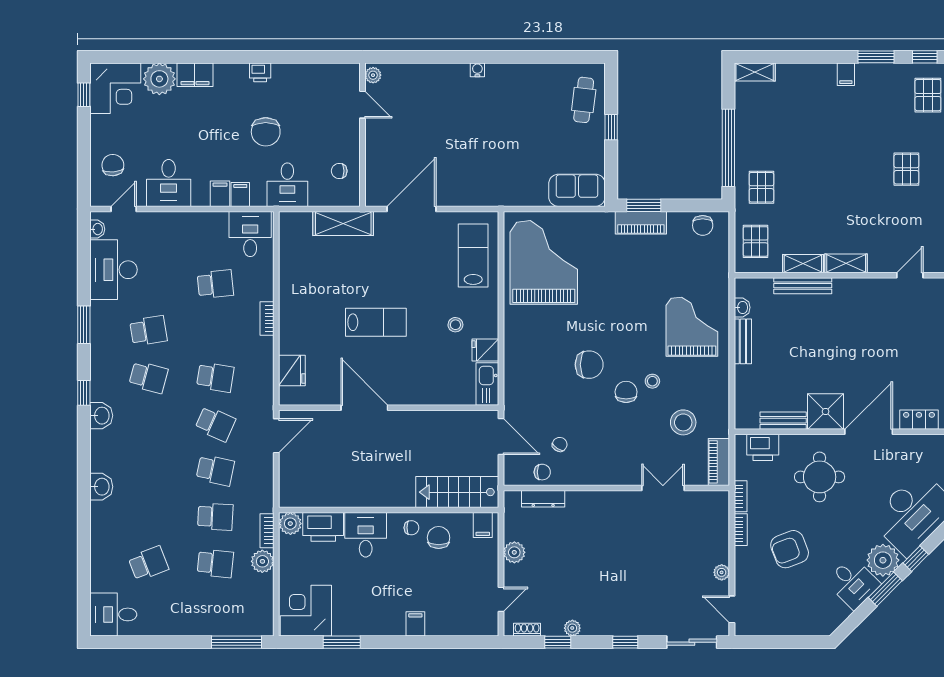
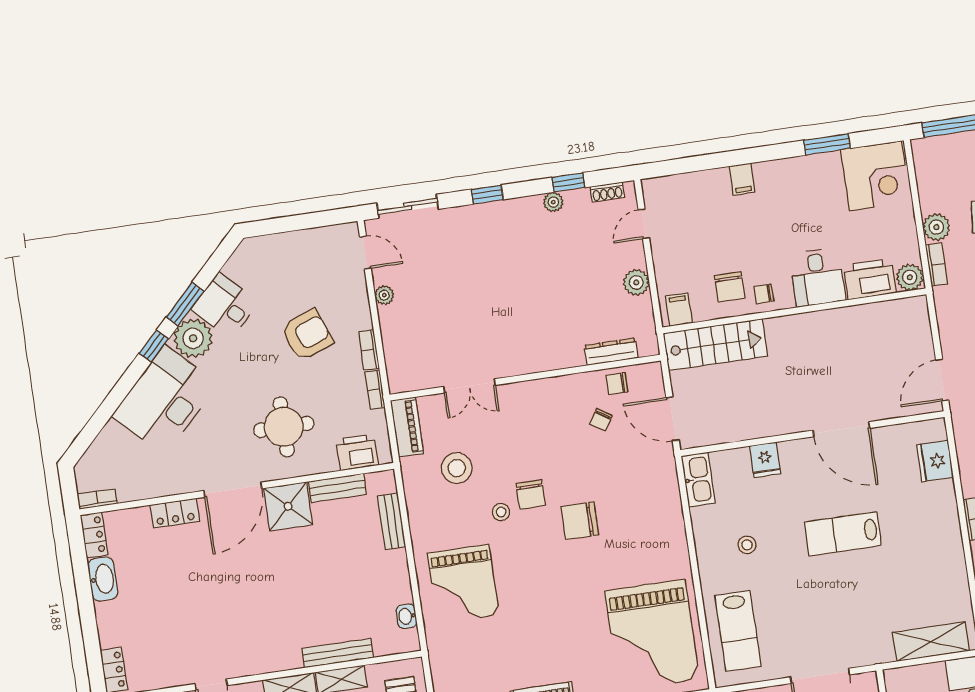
shelving: (343, 223) -> (931, 642), moved
bench: (743, 341) -> (392, 521), moved
fridge: (485, 350) -> (765, 460), moved, turned 90

